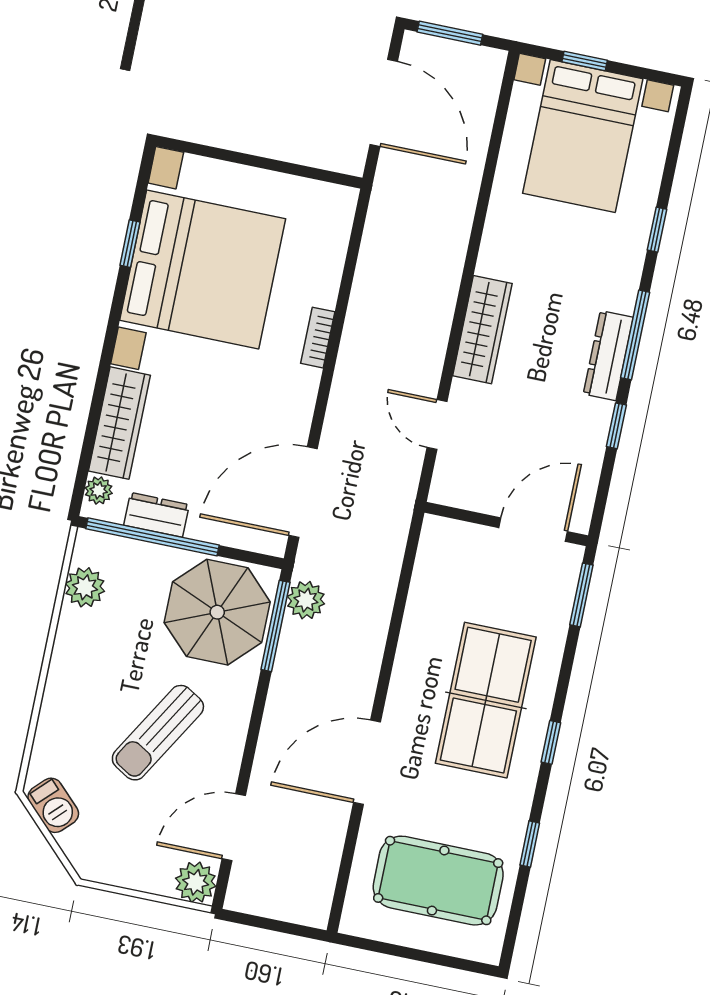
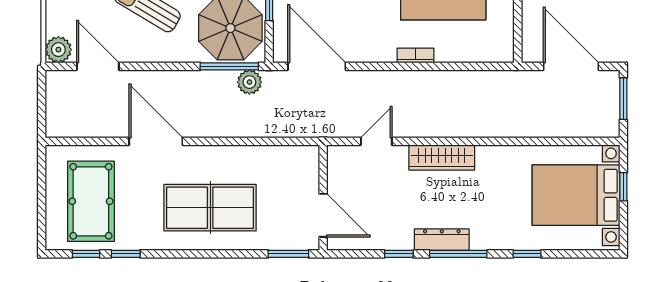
door: (384, 103) -> (571, 66), swing flipped
window: (551, 742) -> (86, 254), moved

